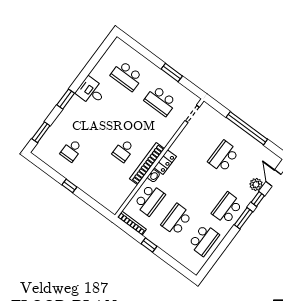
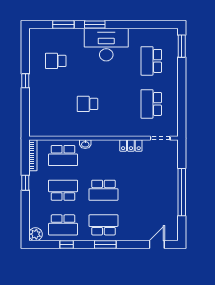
window: (172, 72) -> (182, 46), moved
desk: (91, 91) -> (106, 45), width x1.87, depth x1.30
window: (41, 132) -> (63, 25), moved
school desk: (224, 157) -> (103, 190), moved, turned 180
locker: (165, 162) -> (131, 145), moved
bookcase: (147, 164) -> (91, 131), removed
plant: (256, 185) -> (36, 234), moved
window: (258, 199) -> (67, 244), moved

